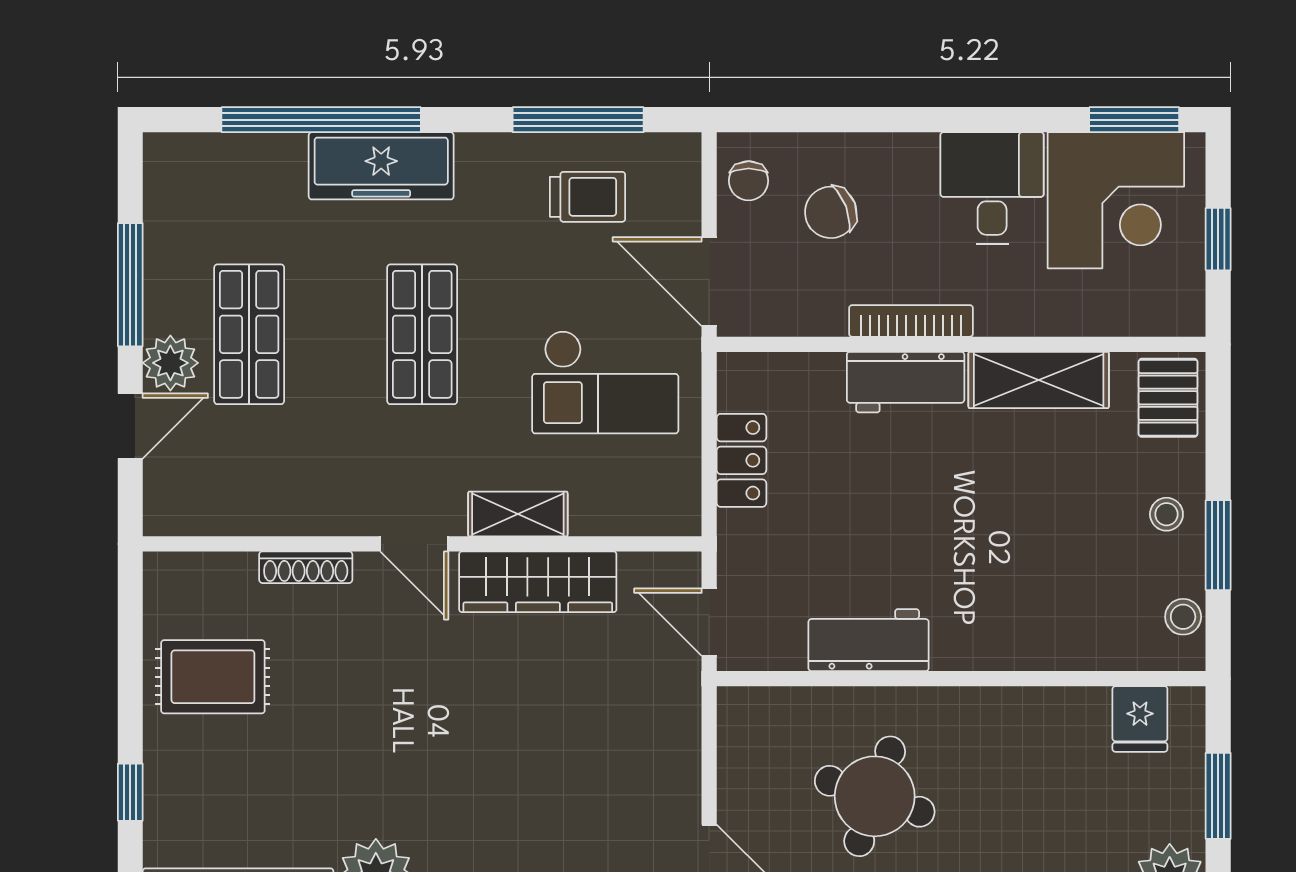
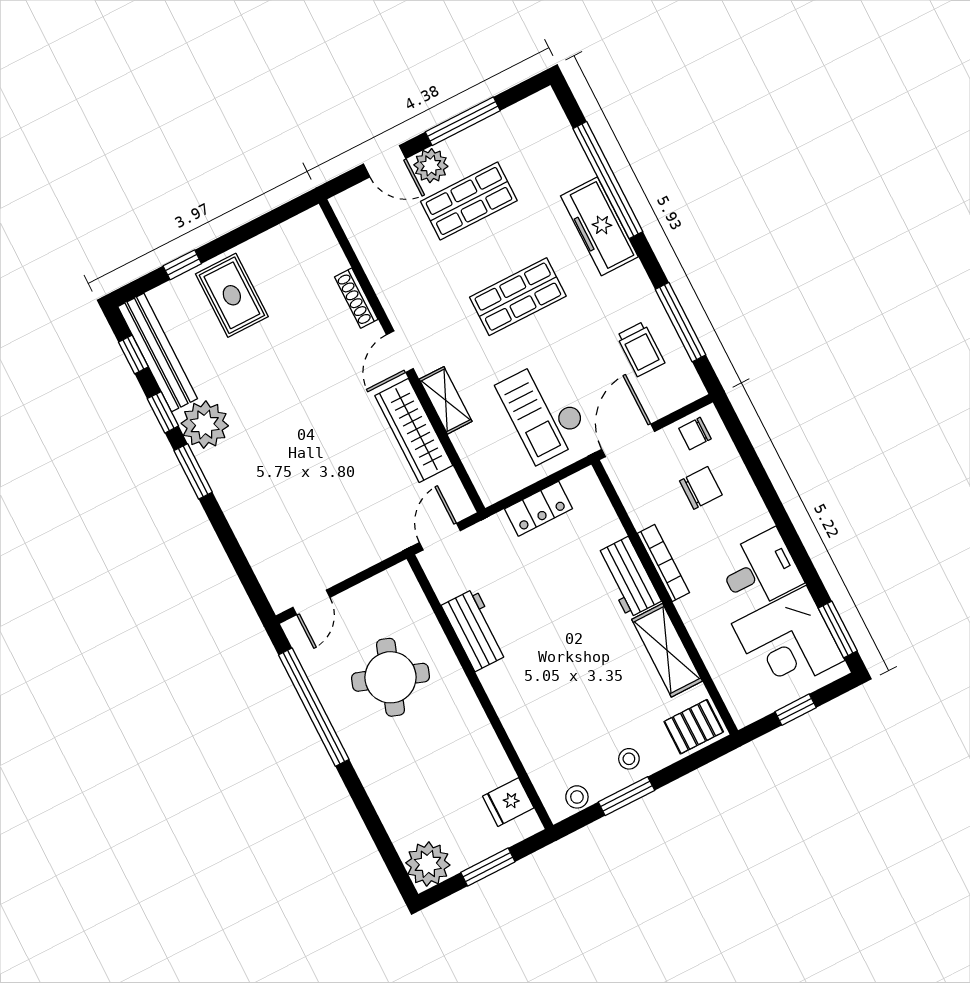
chair: (831, 212) -> (701, 488), turned 111
rug: (213, 677) -> (232, 295), moved

